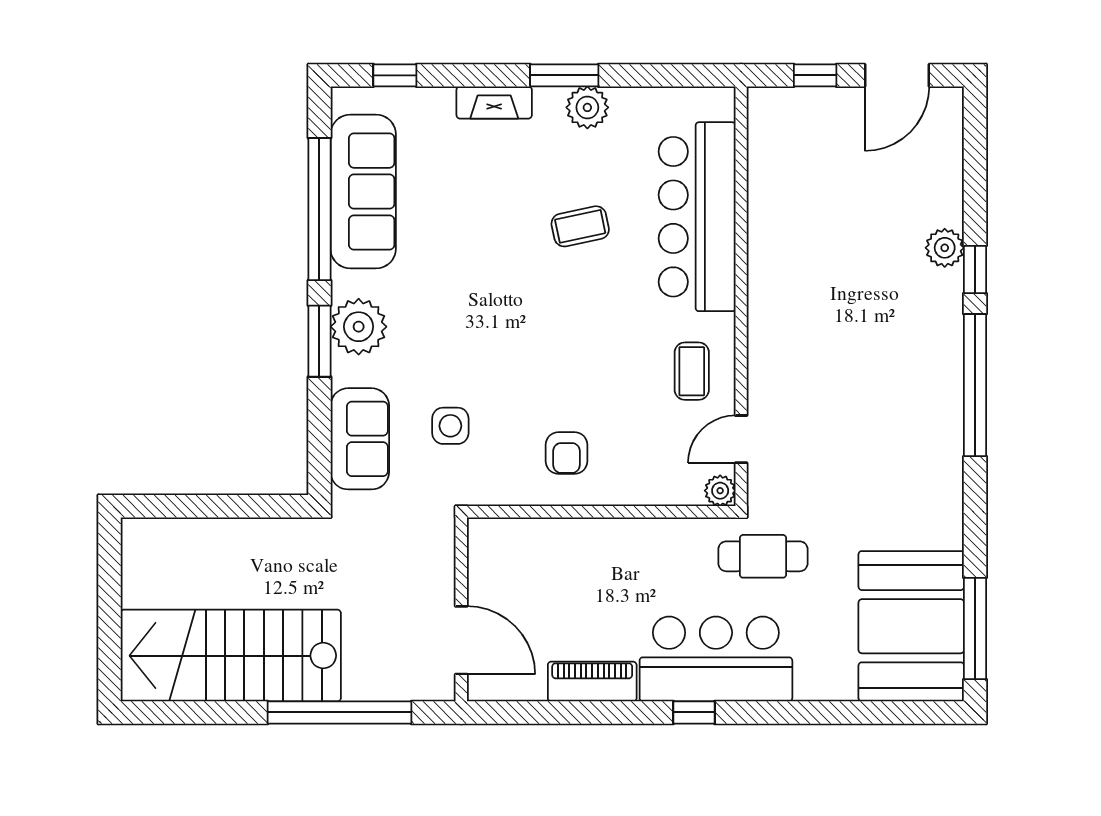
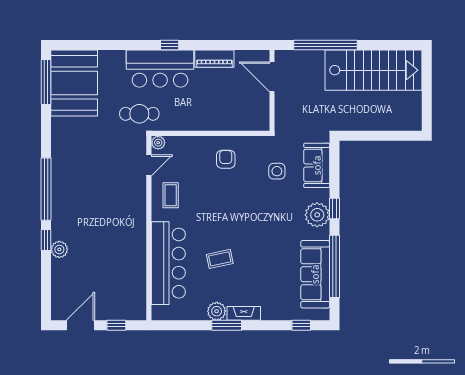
fireplace: (494, 102) -> (244, 313), moved
window: (319, 341) -> (334, 208), width x0.67

